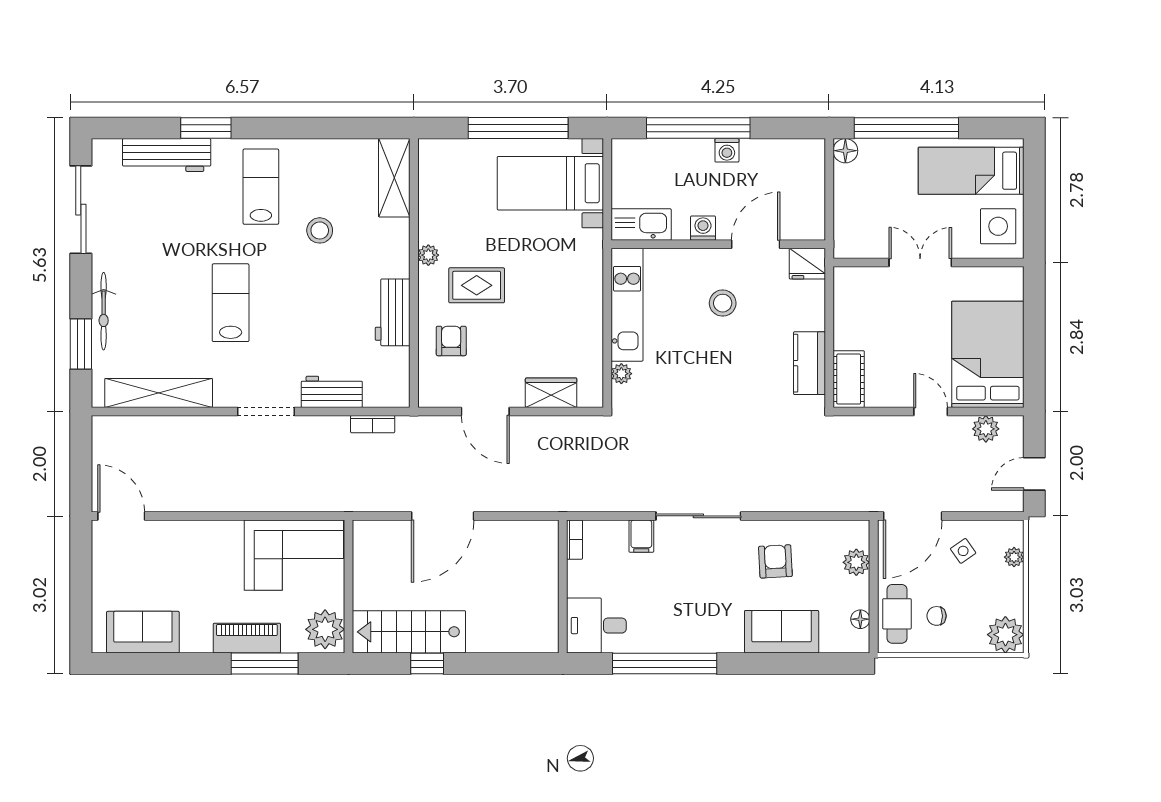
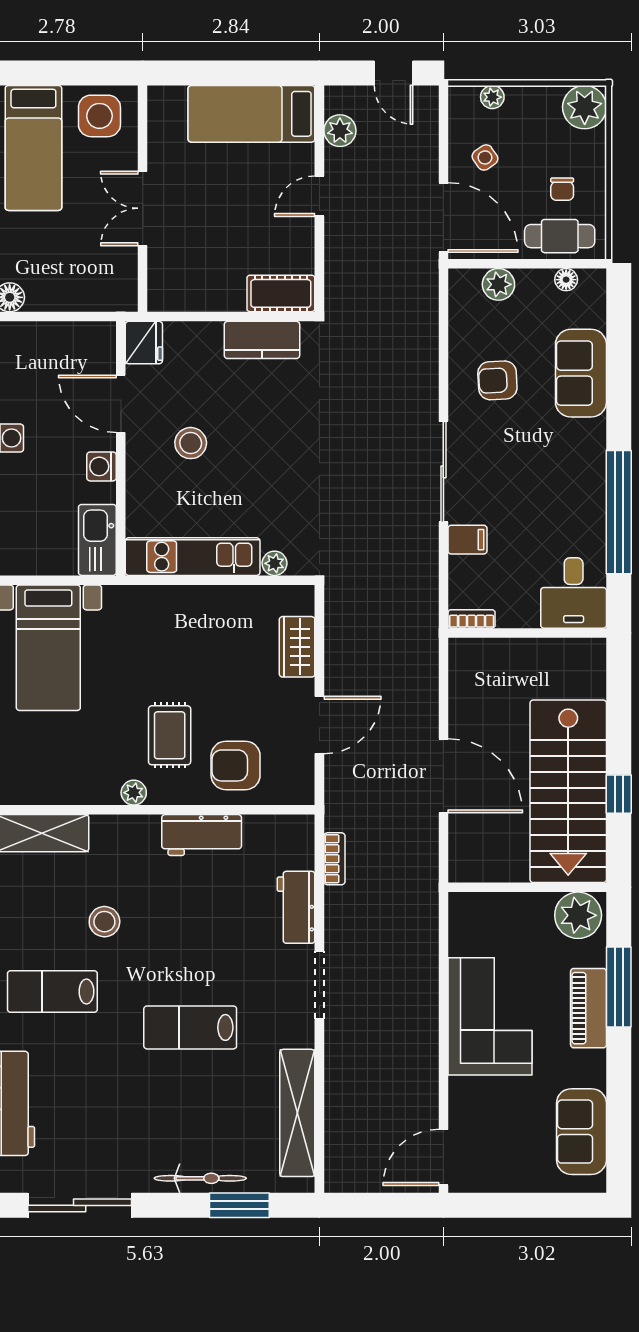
armchair: (451, 341) -> (236, 765), width x1.38, depth x1.38
bed: (988, 354) -> (251, 114), width x0.67
corner sofa: (294, 555) -> (490, 1016), moved
stairs: (409, 632) -> (568, 791), width x1.36, depth x1.51

